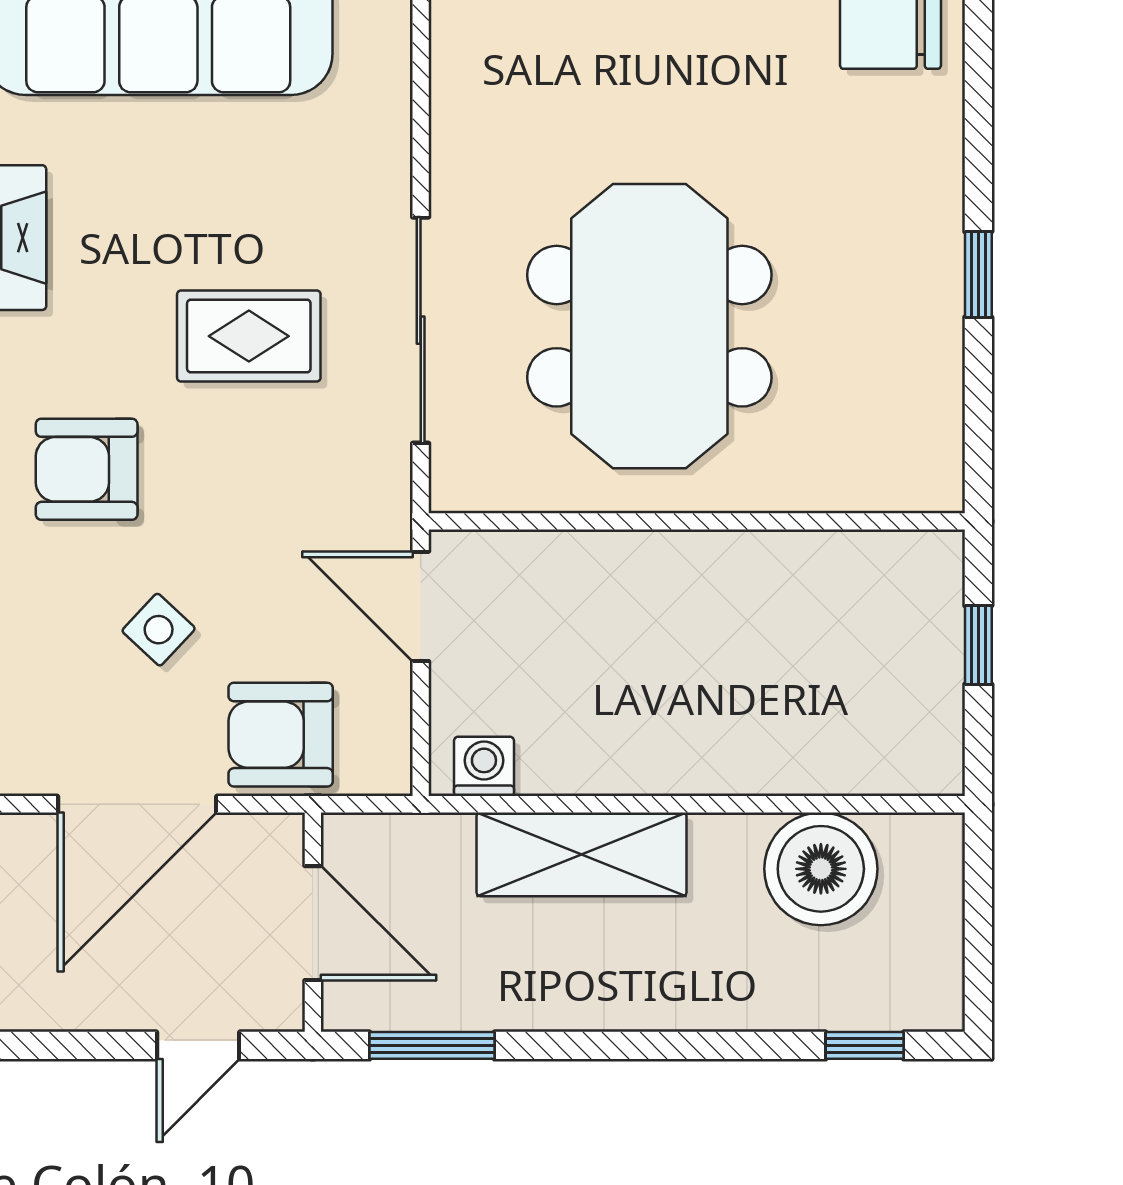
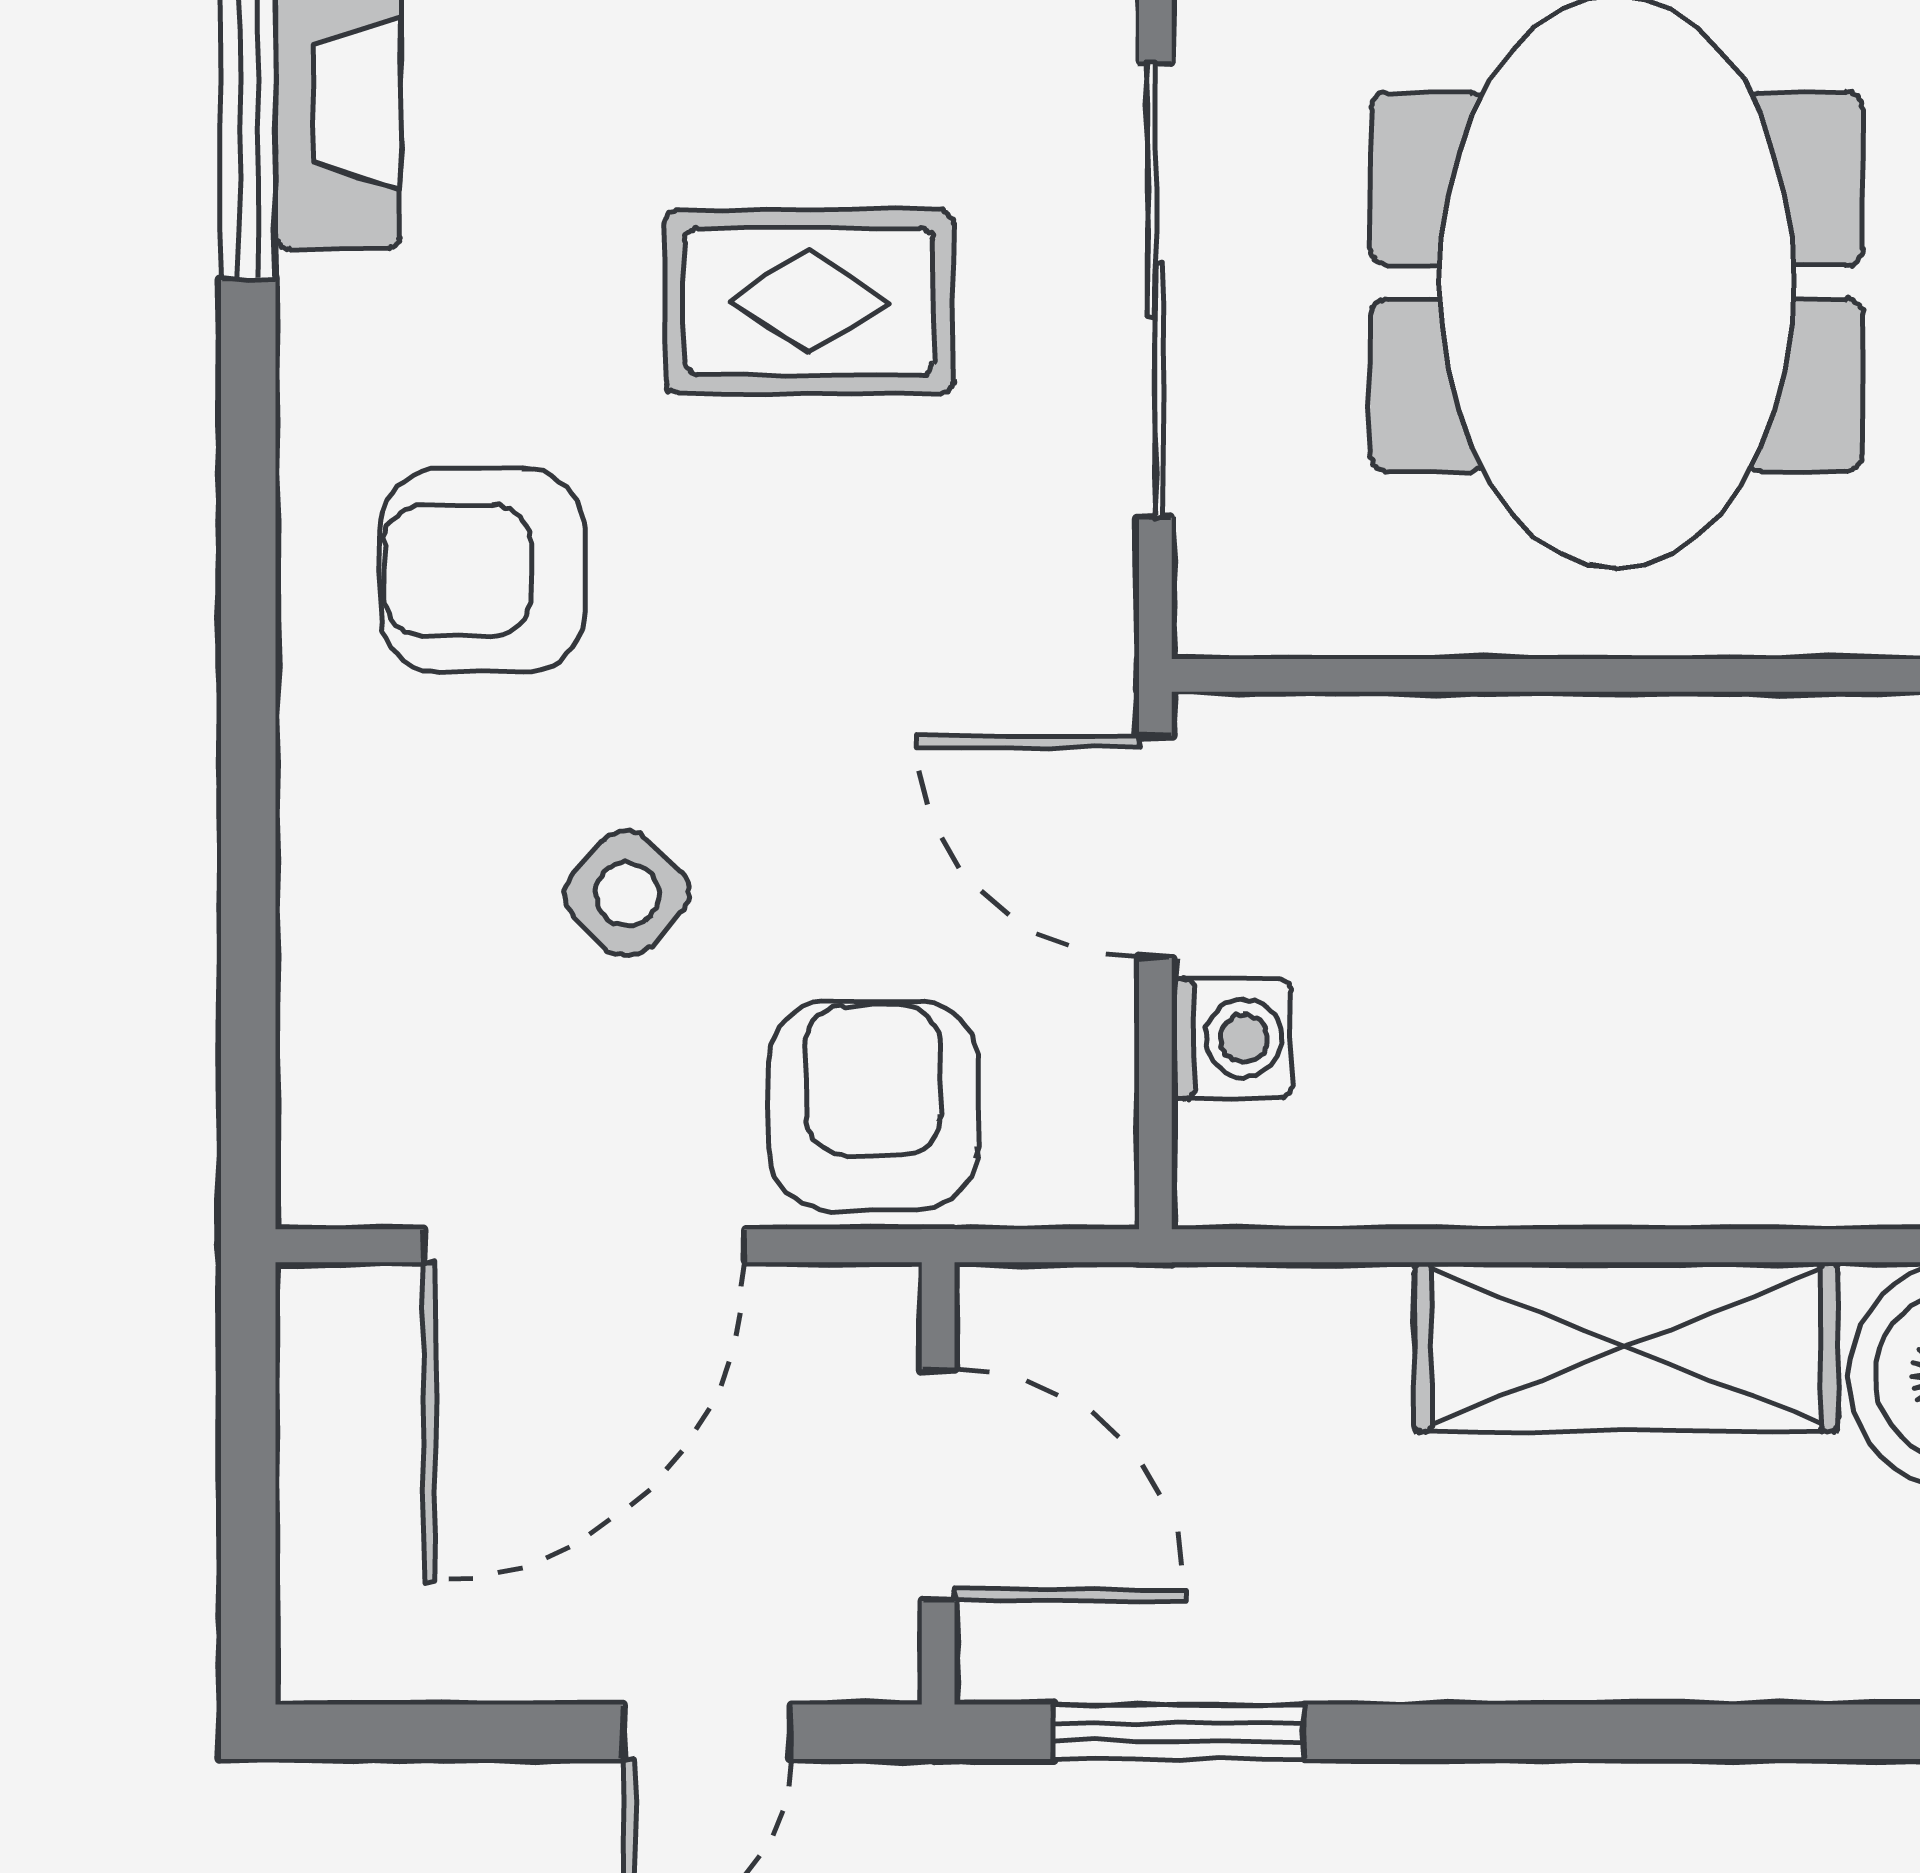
armchair: (281, 735) -> (873, 1105), turned 90
washing machine: (484, 766) -> (1232, 1038), moved, turned 90
shelving: (582, 854) -> (1626, 1347), moved

